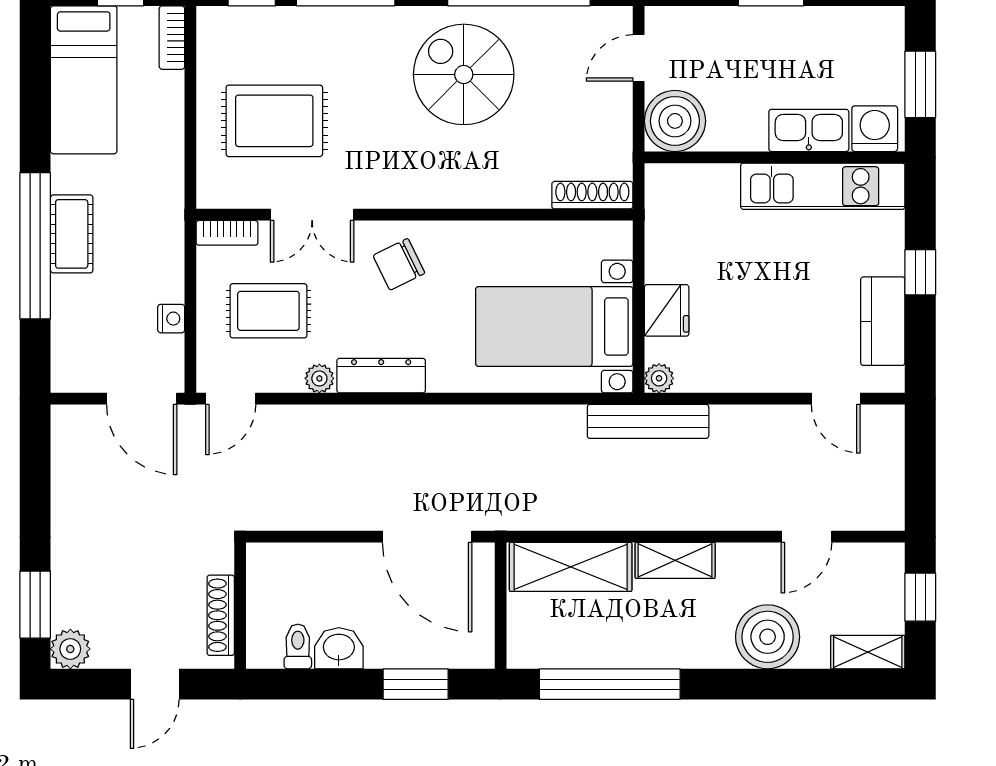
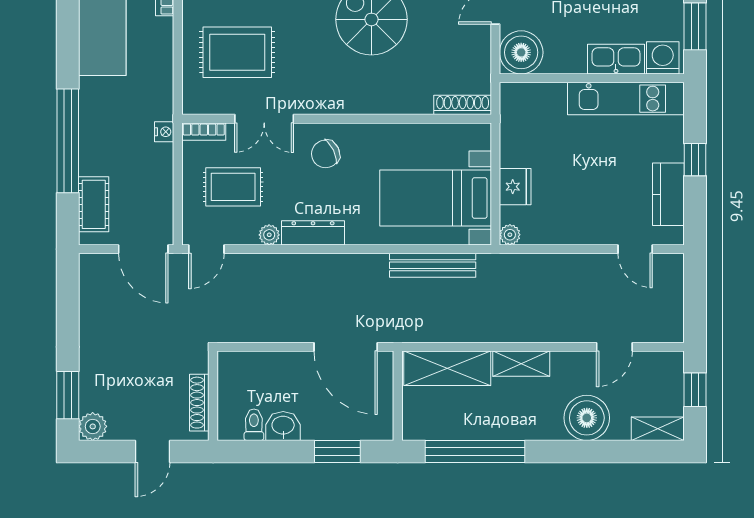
cot: (72, 234) -> (94, 204), moved
nightstand: (171, 319) -> (164, 132), moved
bench: (648, 421) -> (433, 265), moved

